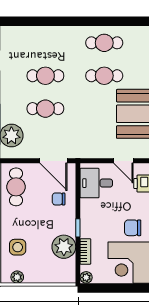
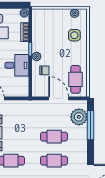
door: (53, 161) -> (59, 98), moved
desk: (96, 183) -> (17, 65), moved
plant: (64, 247) -> (37, 56), moved, width x0.53, depth x0.53

